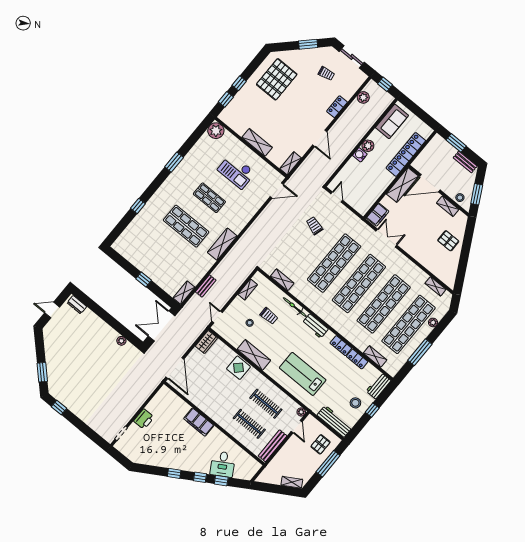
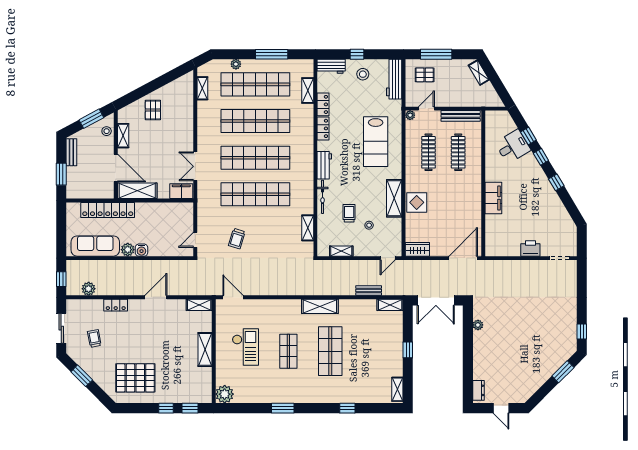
sofa: (392, 121) -> (95, 246), width x1.36
shelving: (123, 250) -> (397, 389), added

